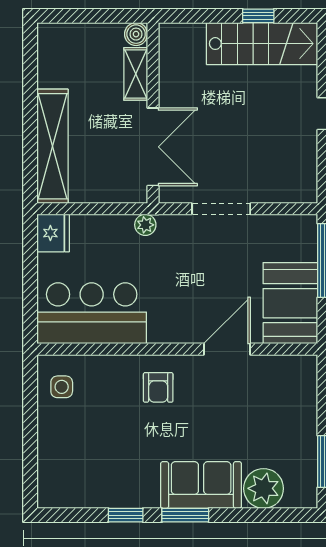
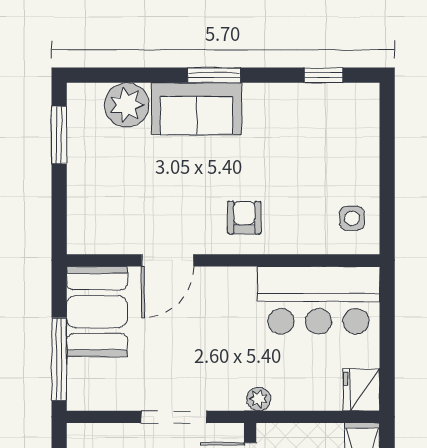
window: (126, 515) -> (324, 75), moved

